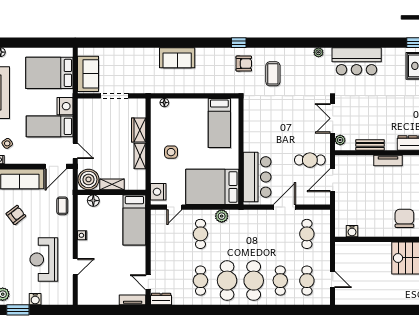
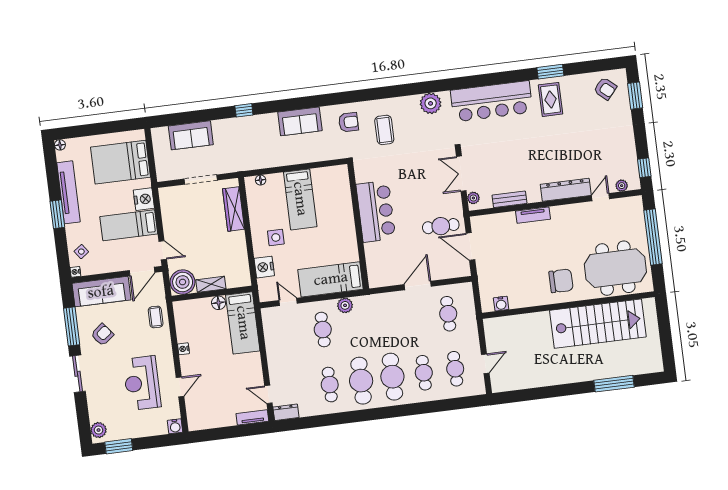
window: (239, 43) -> (244, 110), moved
plant: (318, 52) -> (431, 103), width x1.88, depth x1.88
sofa: (177, 58) -> (300, 121), moved
bar counter: (357, 61) -> (492, 101), width x1.36
sofa: (88, 74) -> (191, 135), moved, turned 90
bed: (219, 123) -> (300, 199), moved
wardrobe: (139, 130) -> (234, 209), width x1.50
shelving: (140, 156) -> (240, 247), removed
bar counter: (257, 177) -> (376, 211), moved
door: (333, 180) -> (470, 246), hinge flipped
bed: (212, 187) -> (331, 279), width x0.67
nightstand: (158, 192) -> (264, 267), moved
floor lamp: (93, 201) -> (219, 303), moved
door: (174, 207) -> (288, 302), swing flipped
chair: (404, 218) -> (561, 281), turned 90
door: (333, 280) -> (485, 364), hinge flipped
water cooler: (35, 299) -> (175, 426), moved

